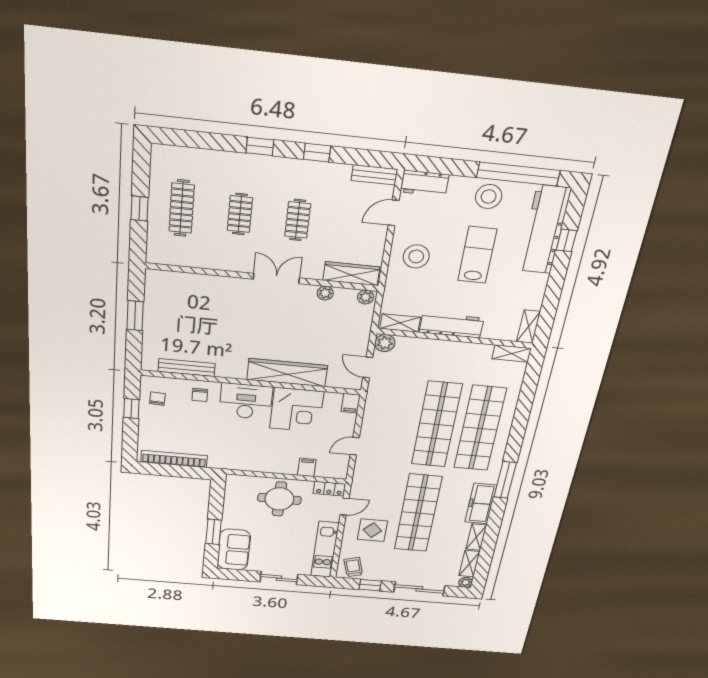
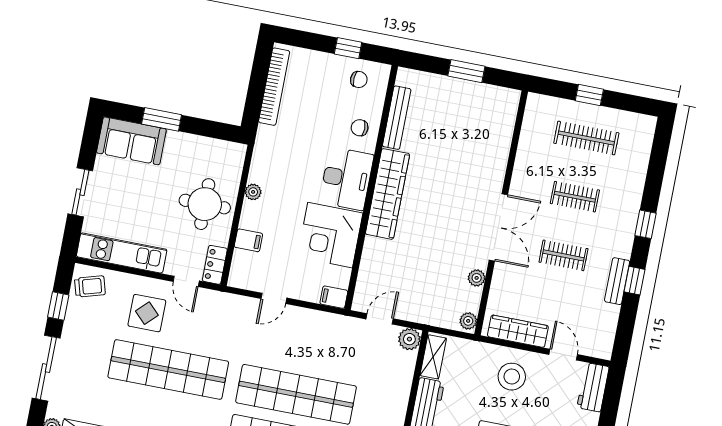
bench: (374, 175) -> (617, 281), moved
wardrobe: (351, 274) -> (518, 331), moved, turned -90
double door: (276, 278) -> (498, 227), width x1.37
wardrobe: (287, 373) -> (387, 194), moved
door: (355, 446) -> (274, 298), swing flipped
plant: (265, 467) -> (253, 192), added

